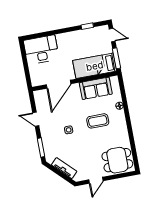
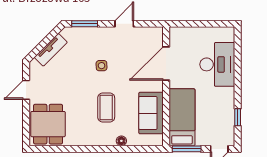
desk: (41, 50) -> (217, 64), moved
door: (59, 84) -> (166, 64), hinge flipped
door: (96, 180) -> (26, 90), hinge flipped

